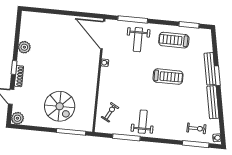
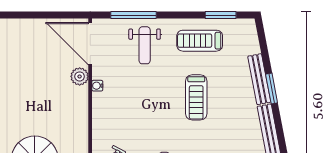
plant: (94, 56) -> (80, 76), added
treadmill: (168, 77) -> (196, 97), turned 90

